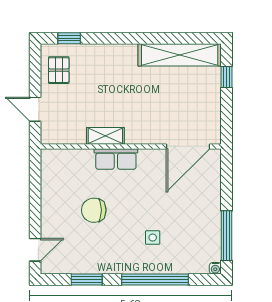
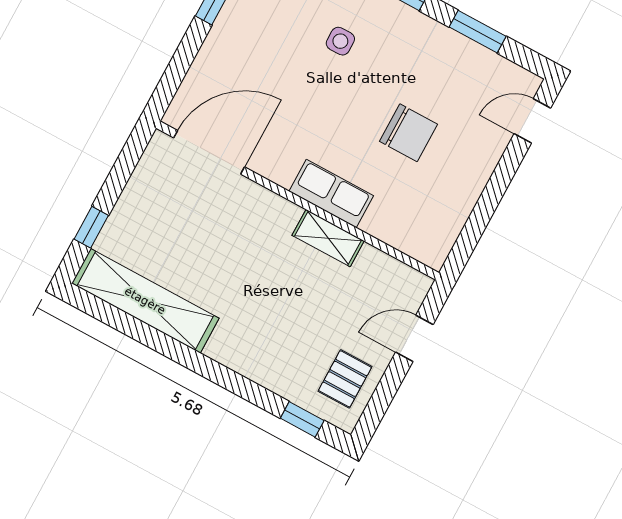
door: (35, 109) -> (414, 338), swing flipped

